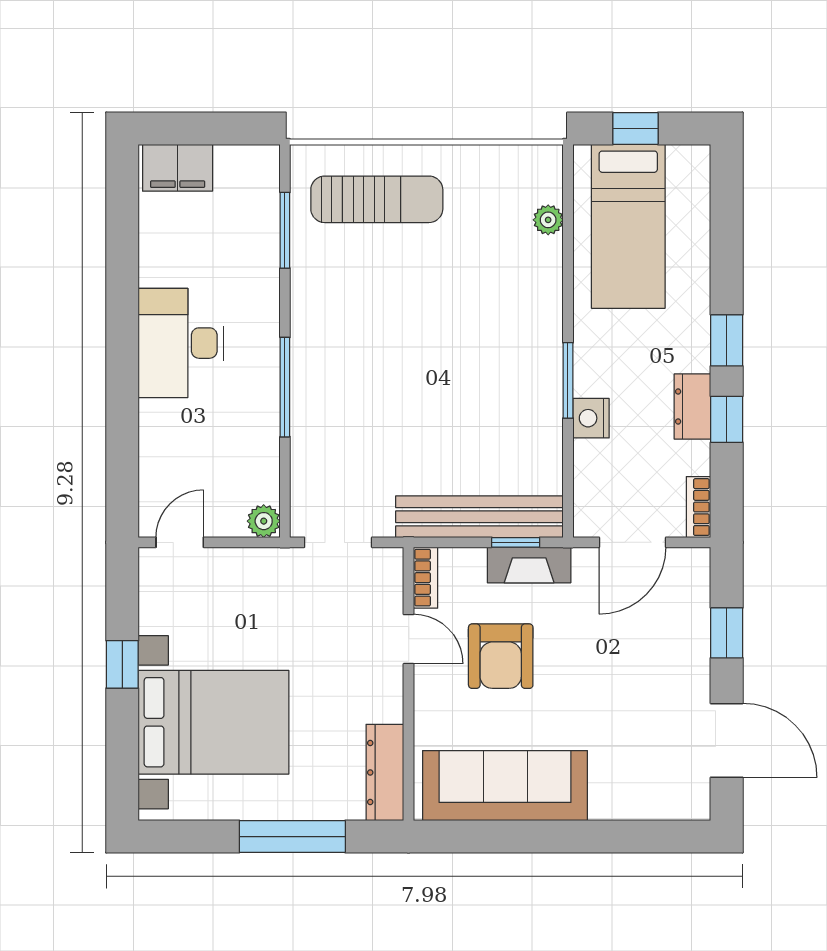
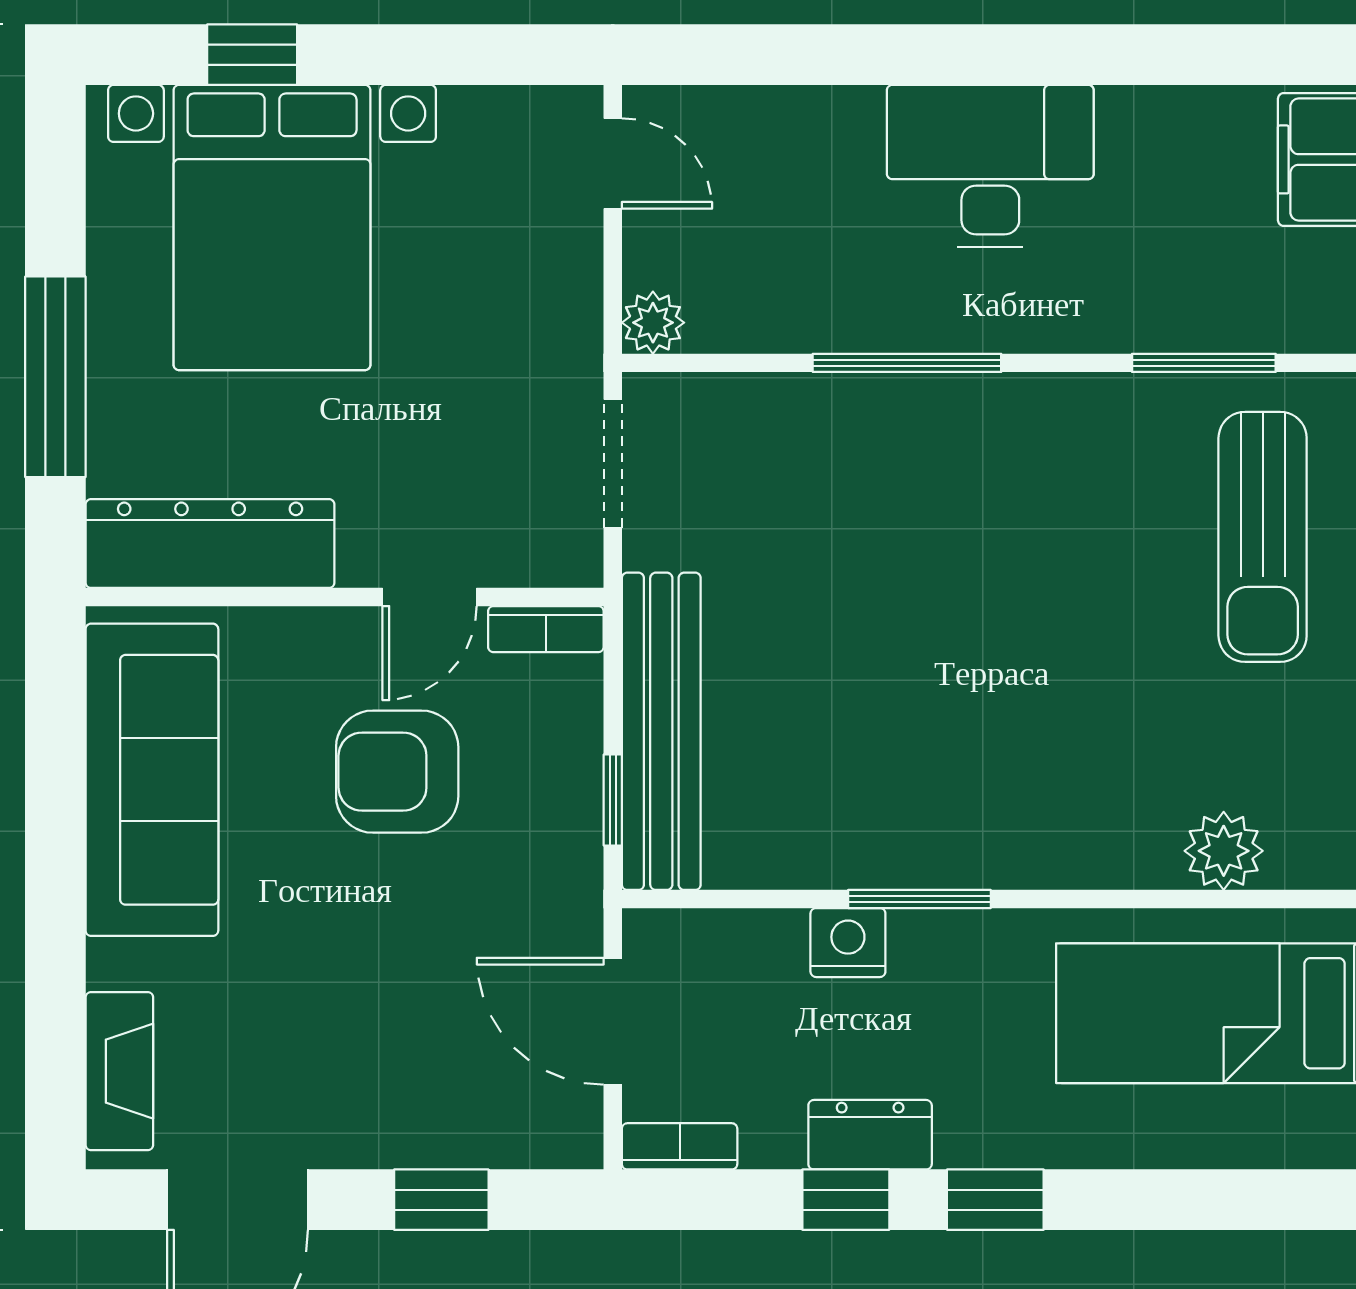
plant: (548, 220) -> (1224, 851), width x1.38, depth x1.38
fireplace: (529, 565) -> (119, 1071), moved, turned 180
window: (122, 664) -> (252, 55), moved
dresser: (385, 772) -> (210, 544), width x1.37, depth x1.24

